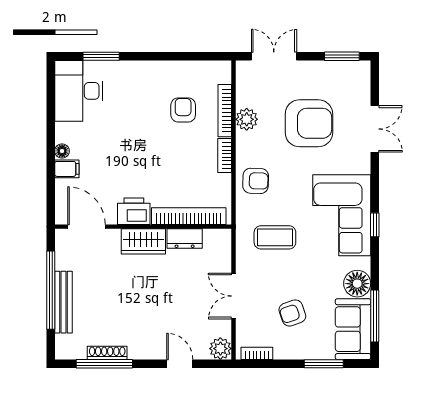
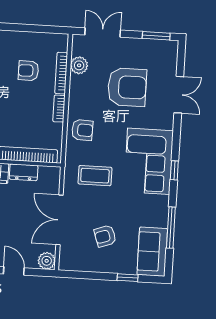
armchair: (183, 110) -> (28, 71), turned -90
plant: (247, 119) -> (79, 65), moved
floor lamp: (357, 284) -> (158, 216), removed
double door: (234, 296) -> (59, 220), width x1.37
window: (375, 316) -> (171, 228), moved
bookcase: (257, 353) -> (75, 266), removed
window: (324, 364) -> (128, 278), width x0.67

